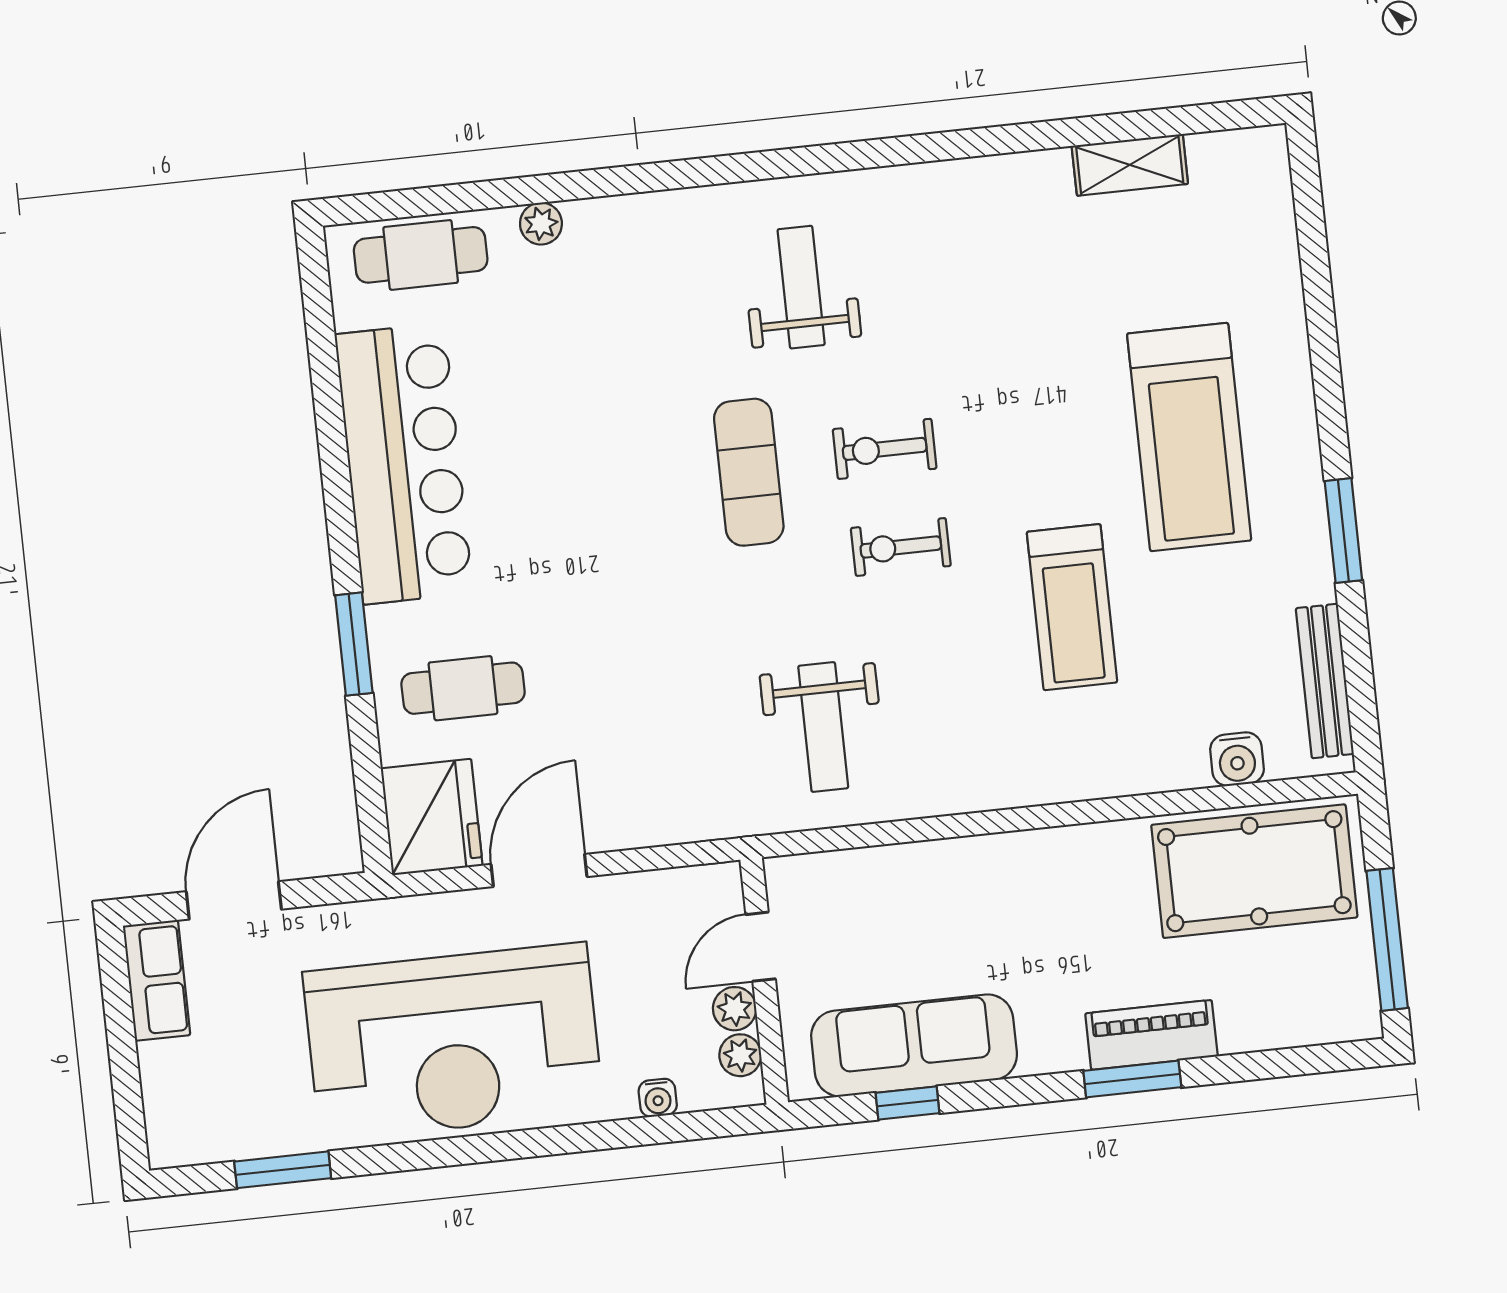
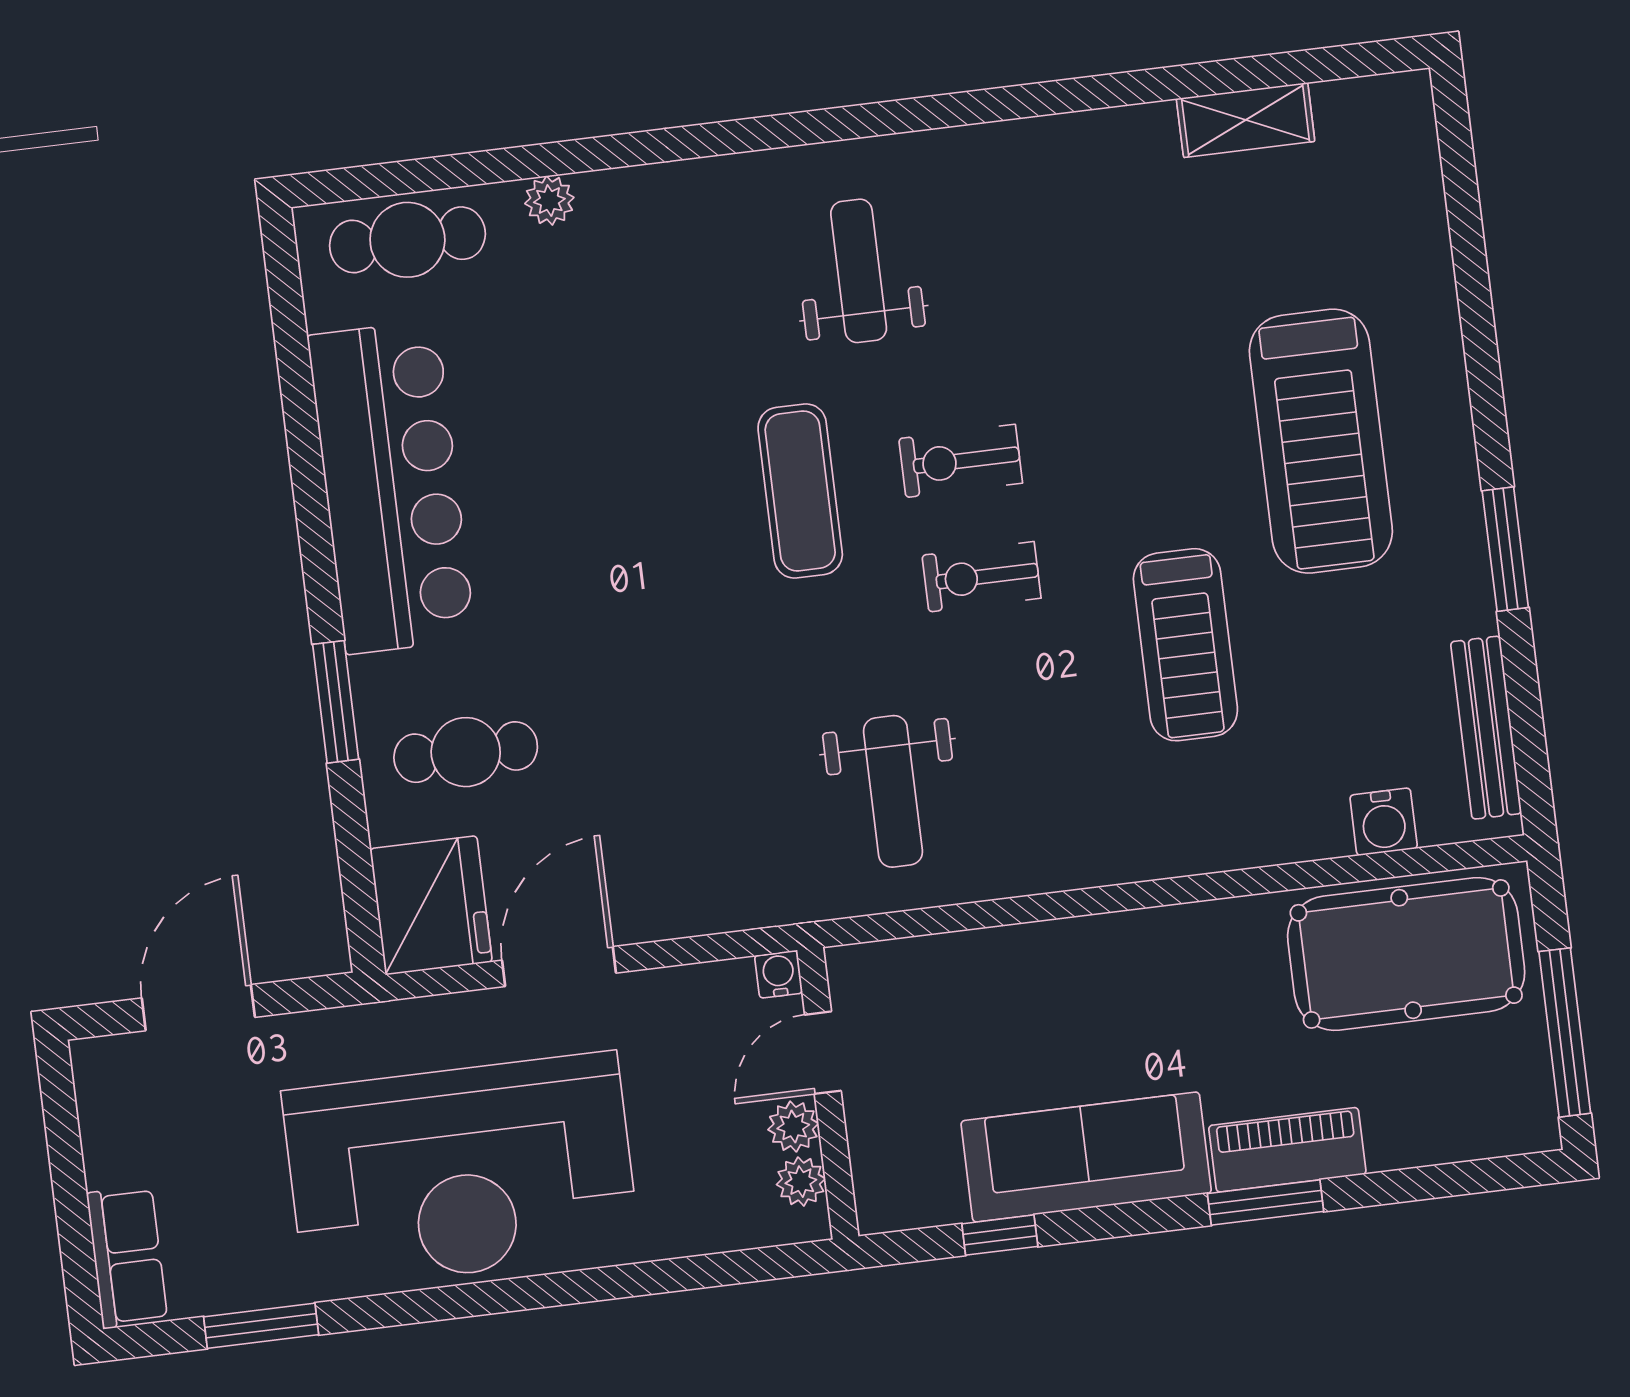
row of seats: (157, 980) -> (127, 1257), moved
sofa: (914, 1045) -> (1086, 1157), moved
water cooler: (658, 1098) -> (779, 974), moved, turned 180

